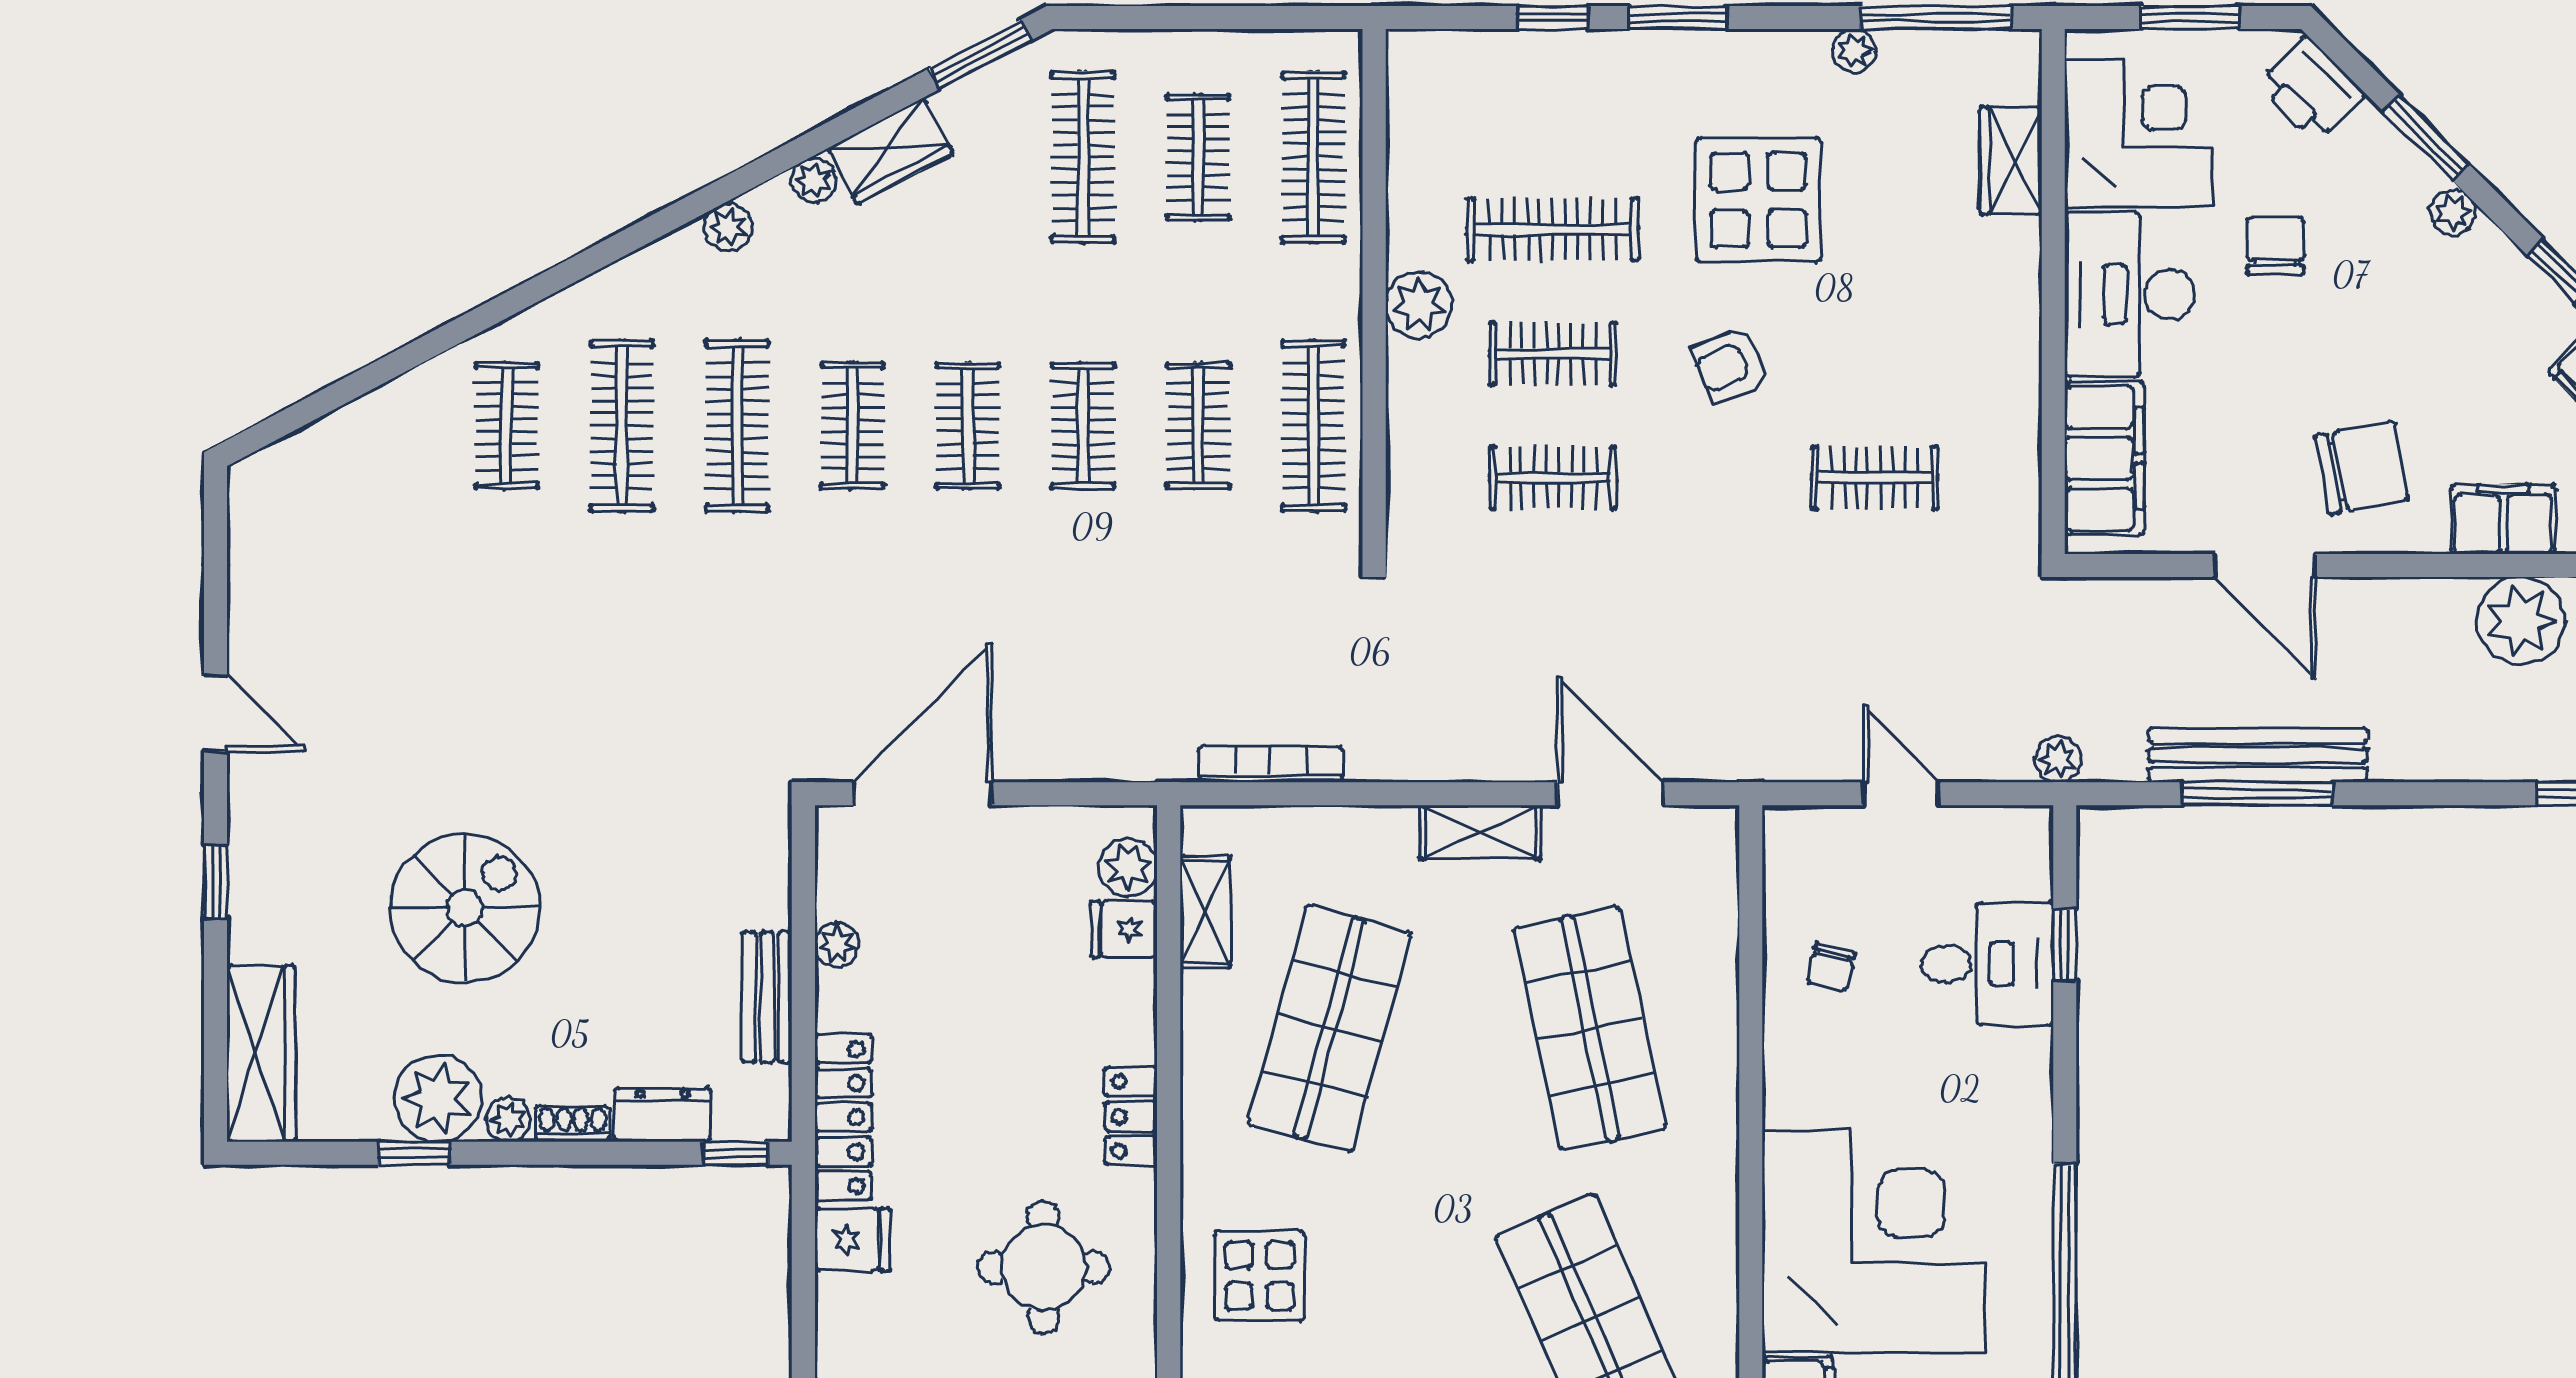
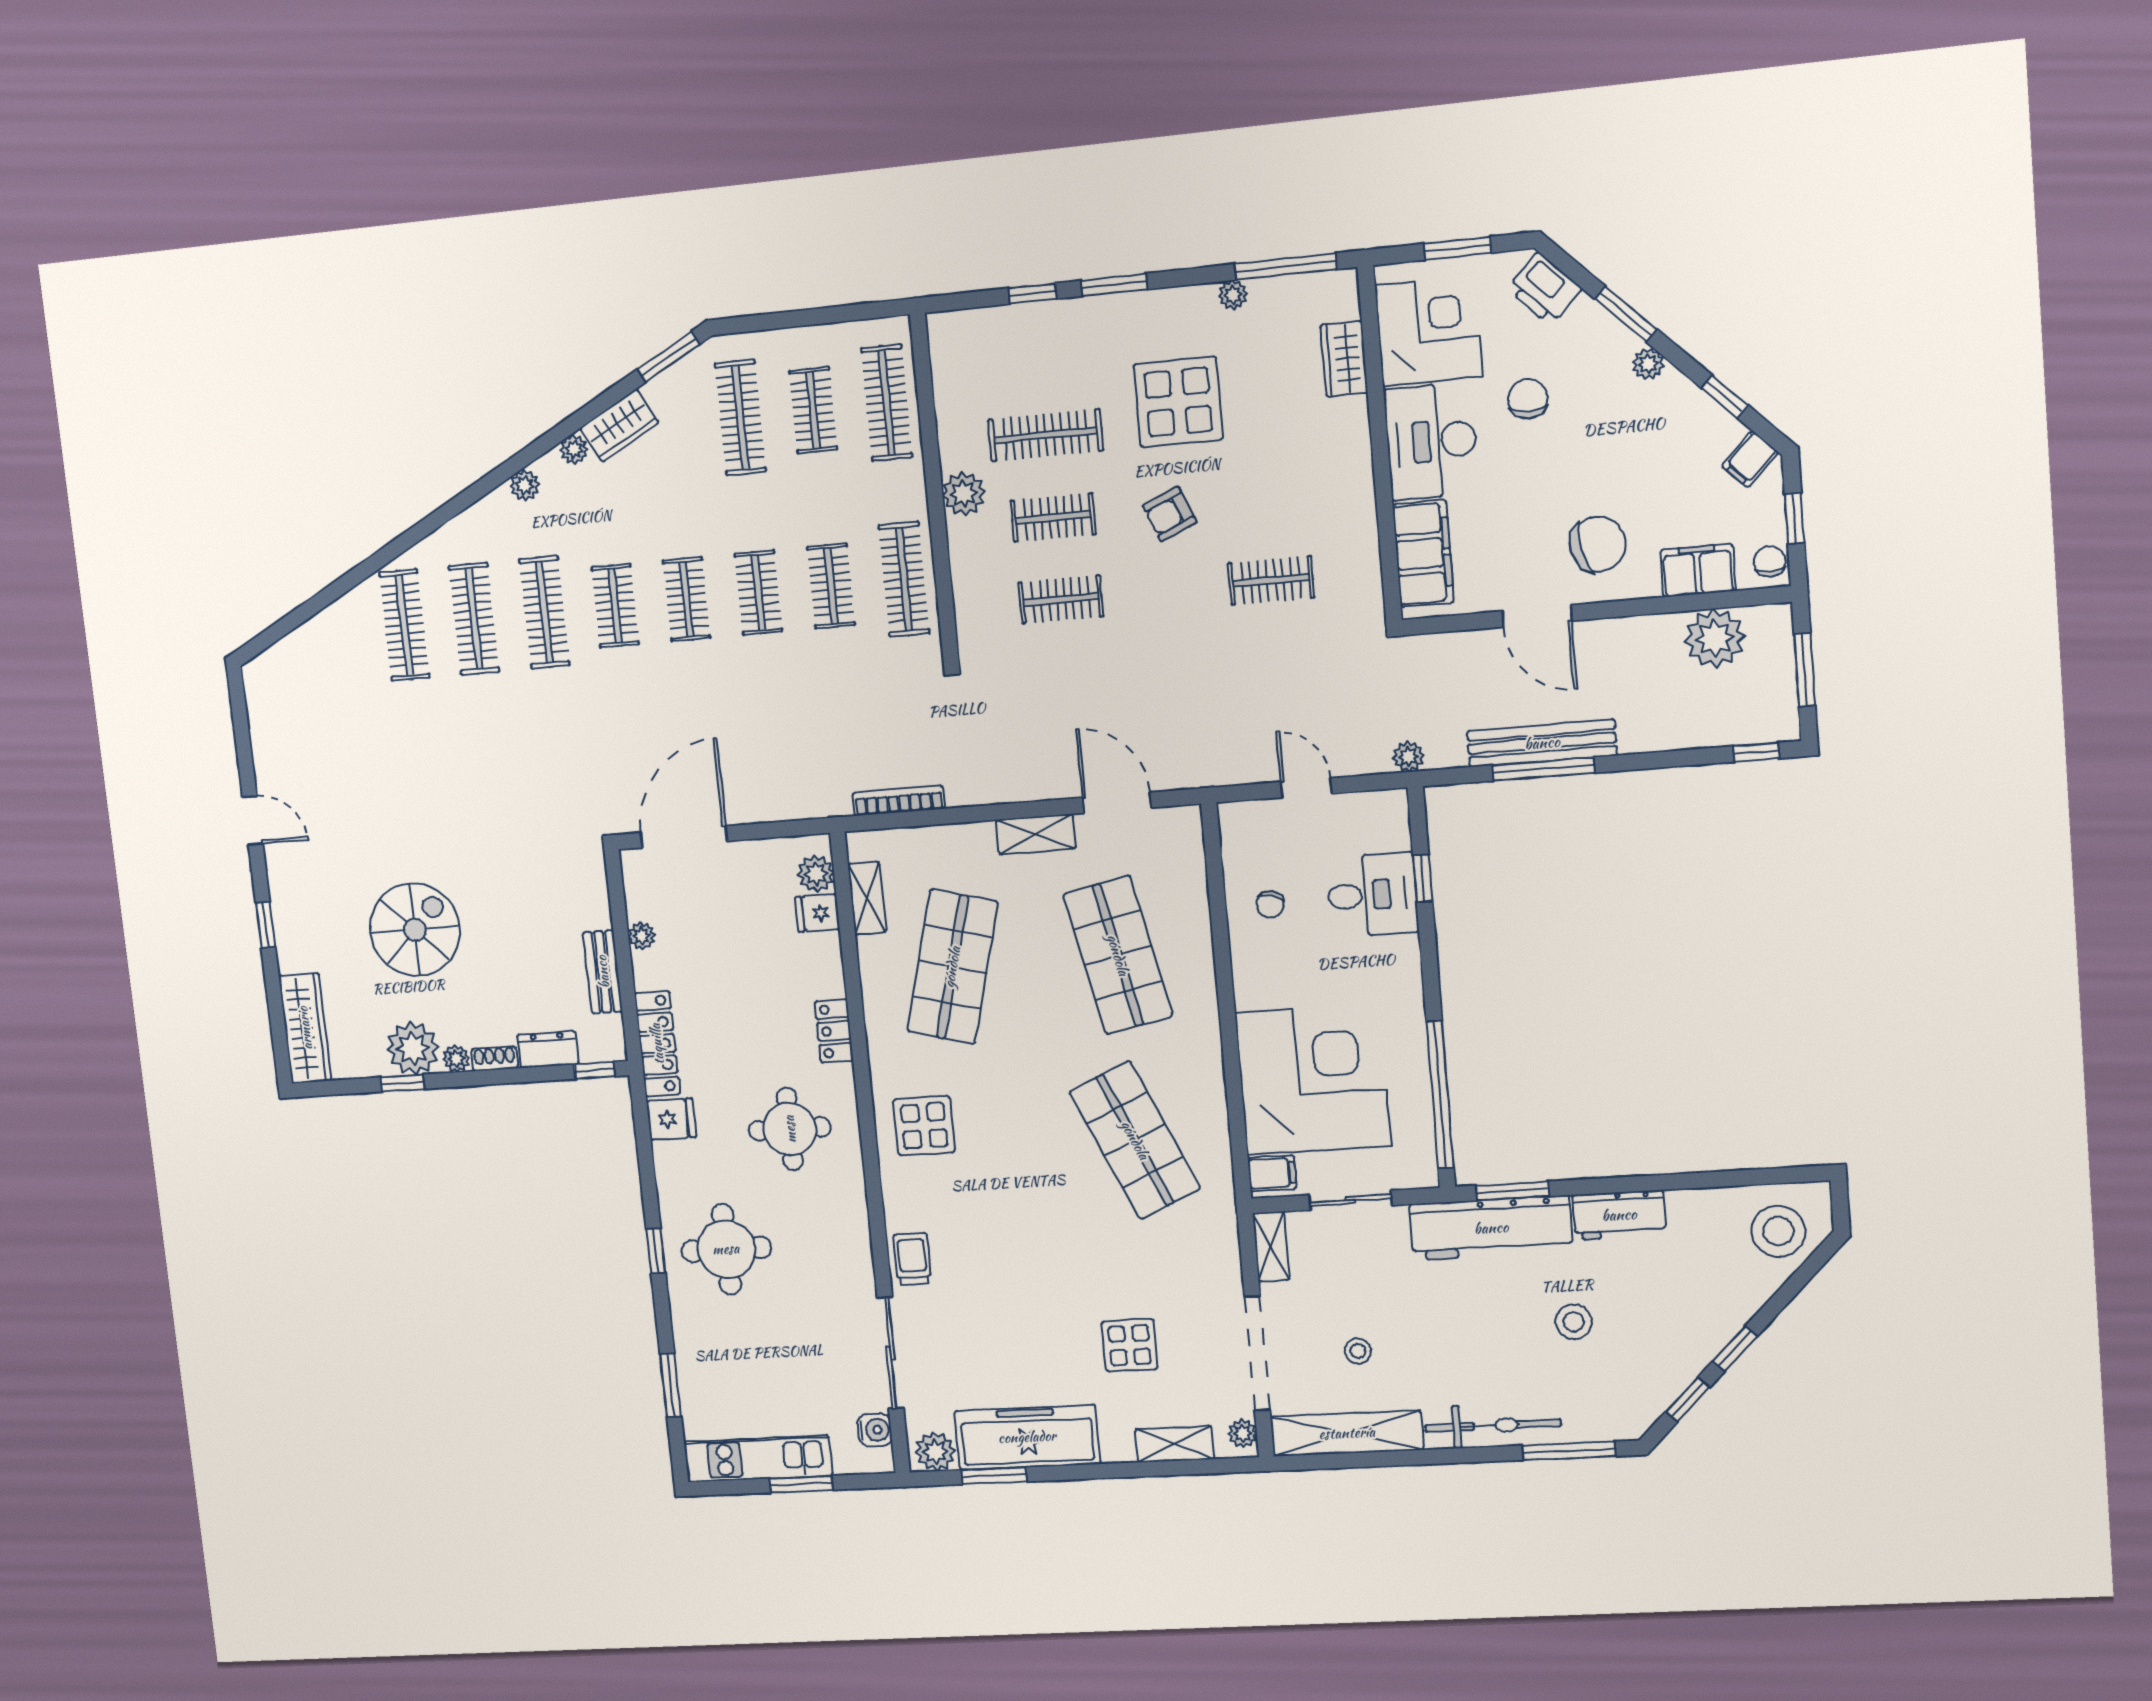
clothes rail: (507, 426) -> (404, 625), width x1.36

